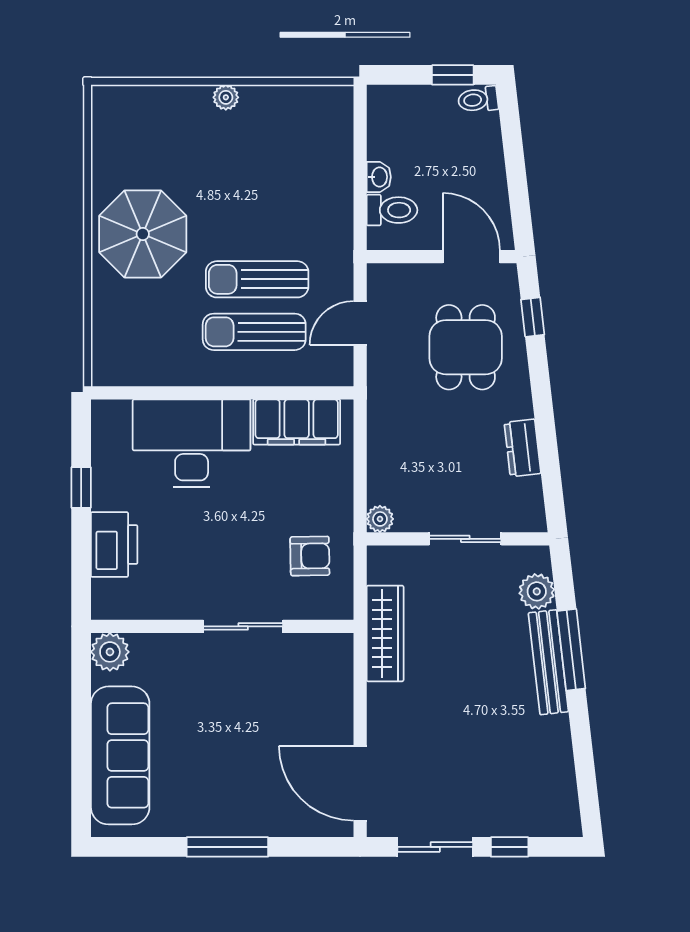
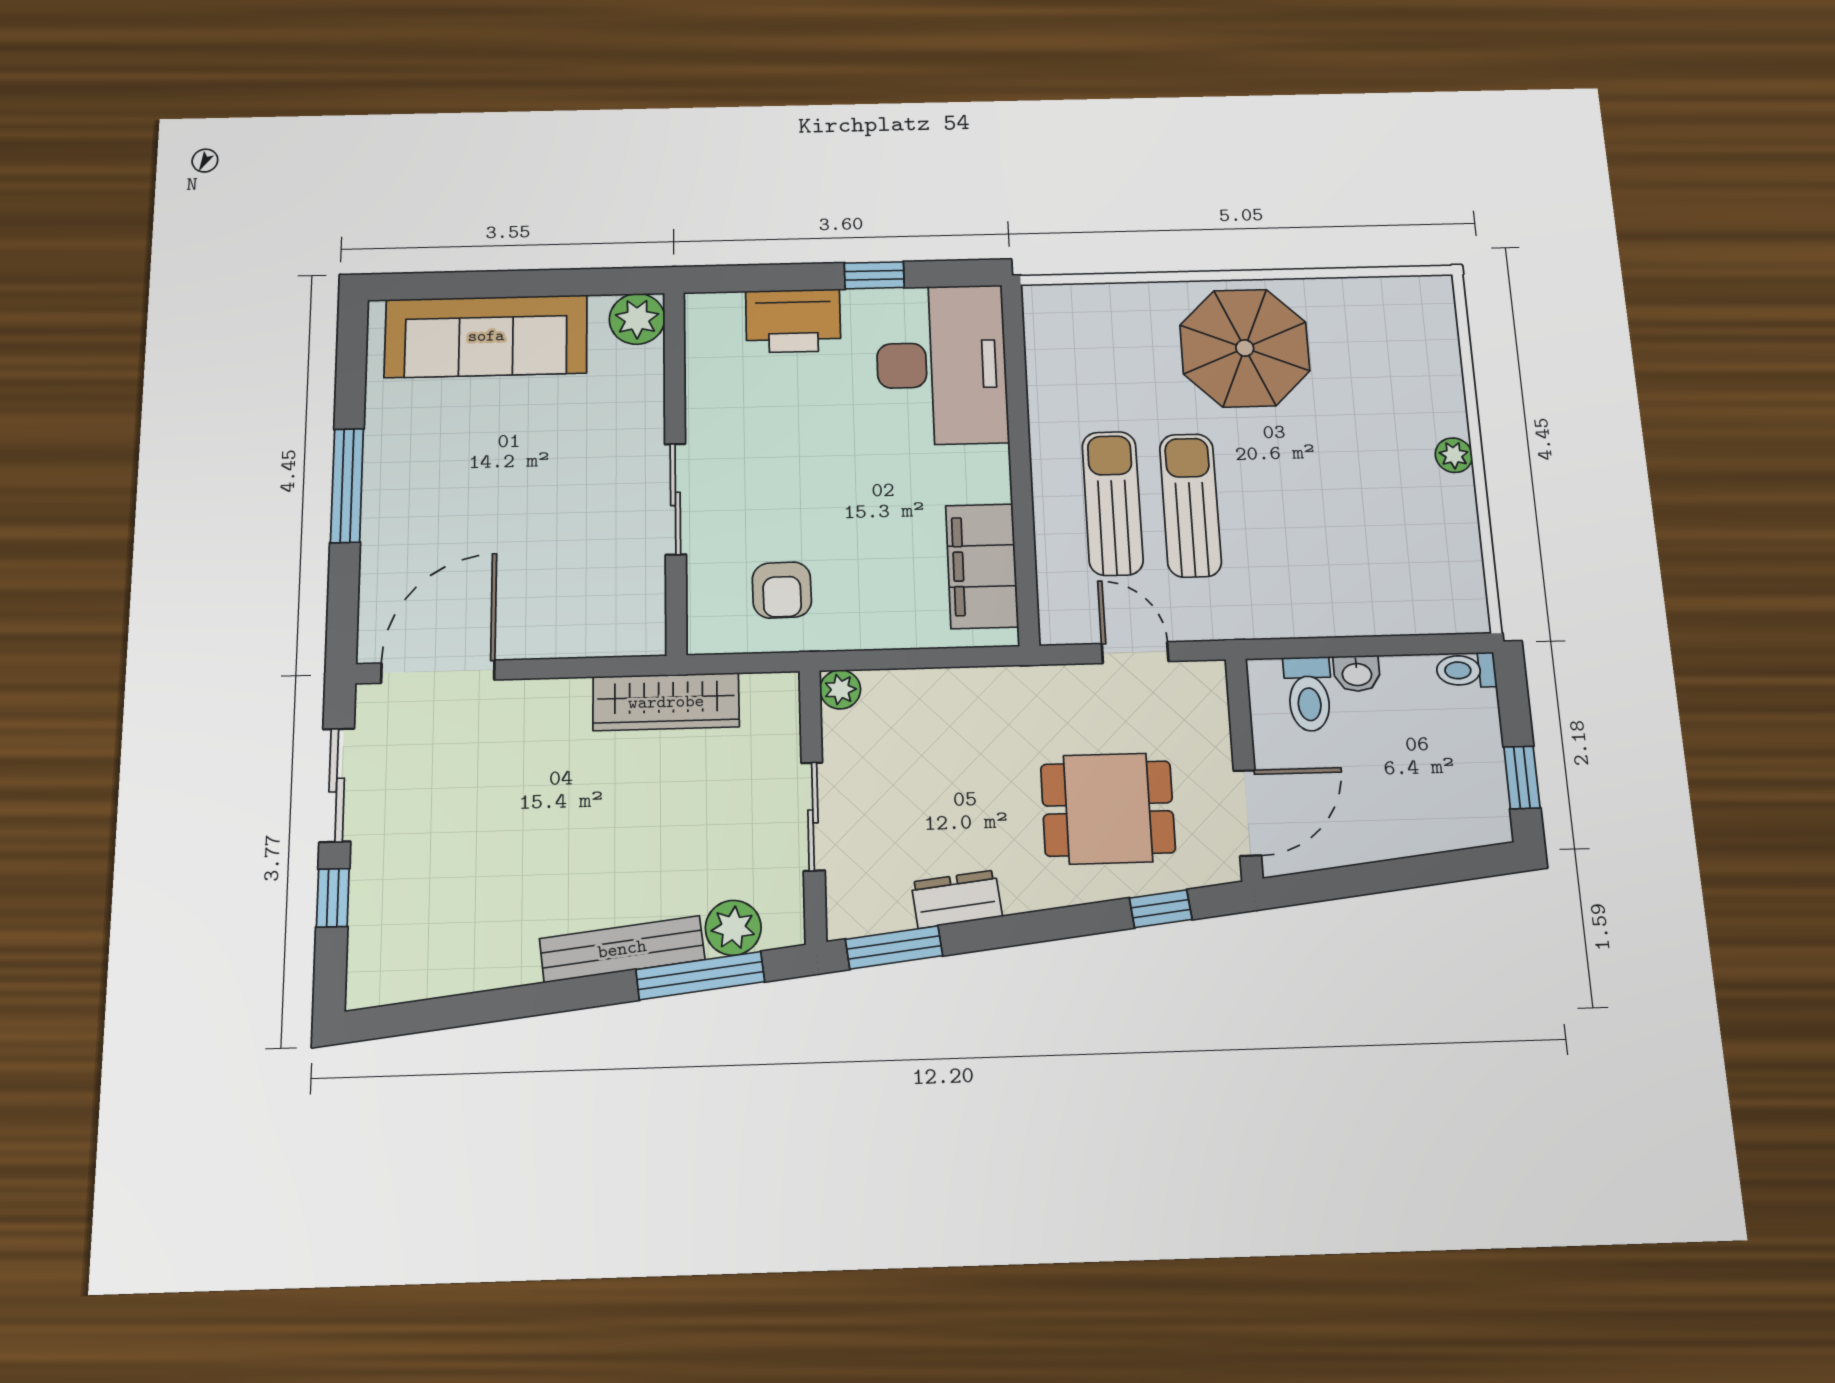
toilet: (478, 100) -> (1466, 670), moved, turned -83
desk: (192, 443) -> (942, 365), moved
window: (553, 489) -> (894, 947), added
window: (571, 650) -> (700, 976), moved

